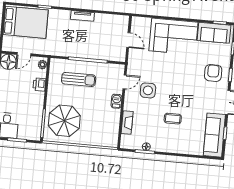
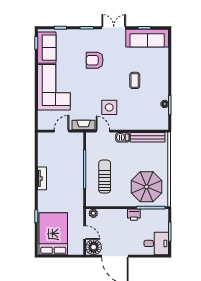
armchair: (213, 73) -> (95, 60), moved
printer: (39, 85) -> (134, 215), moved
fireplace: (127, 122) -> (83, 125), moved
bench: (114, 126) -> (148, 137), added

